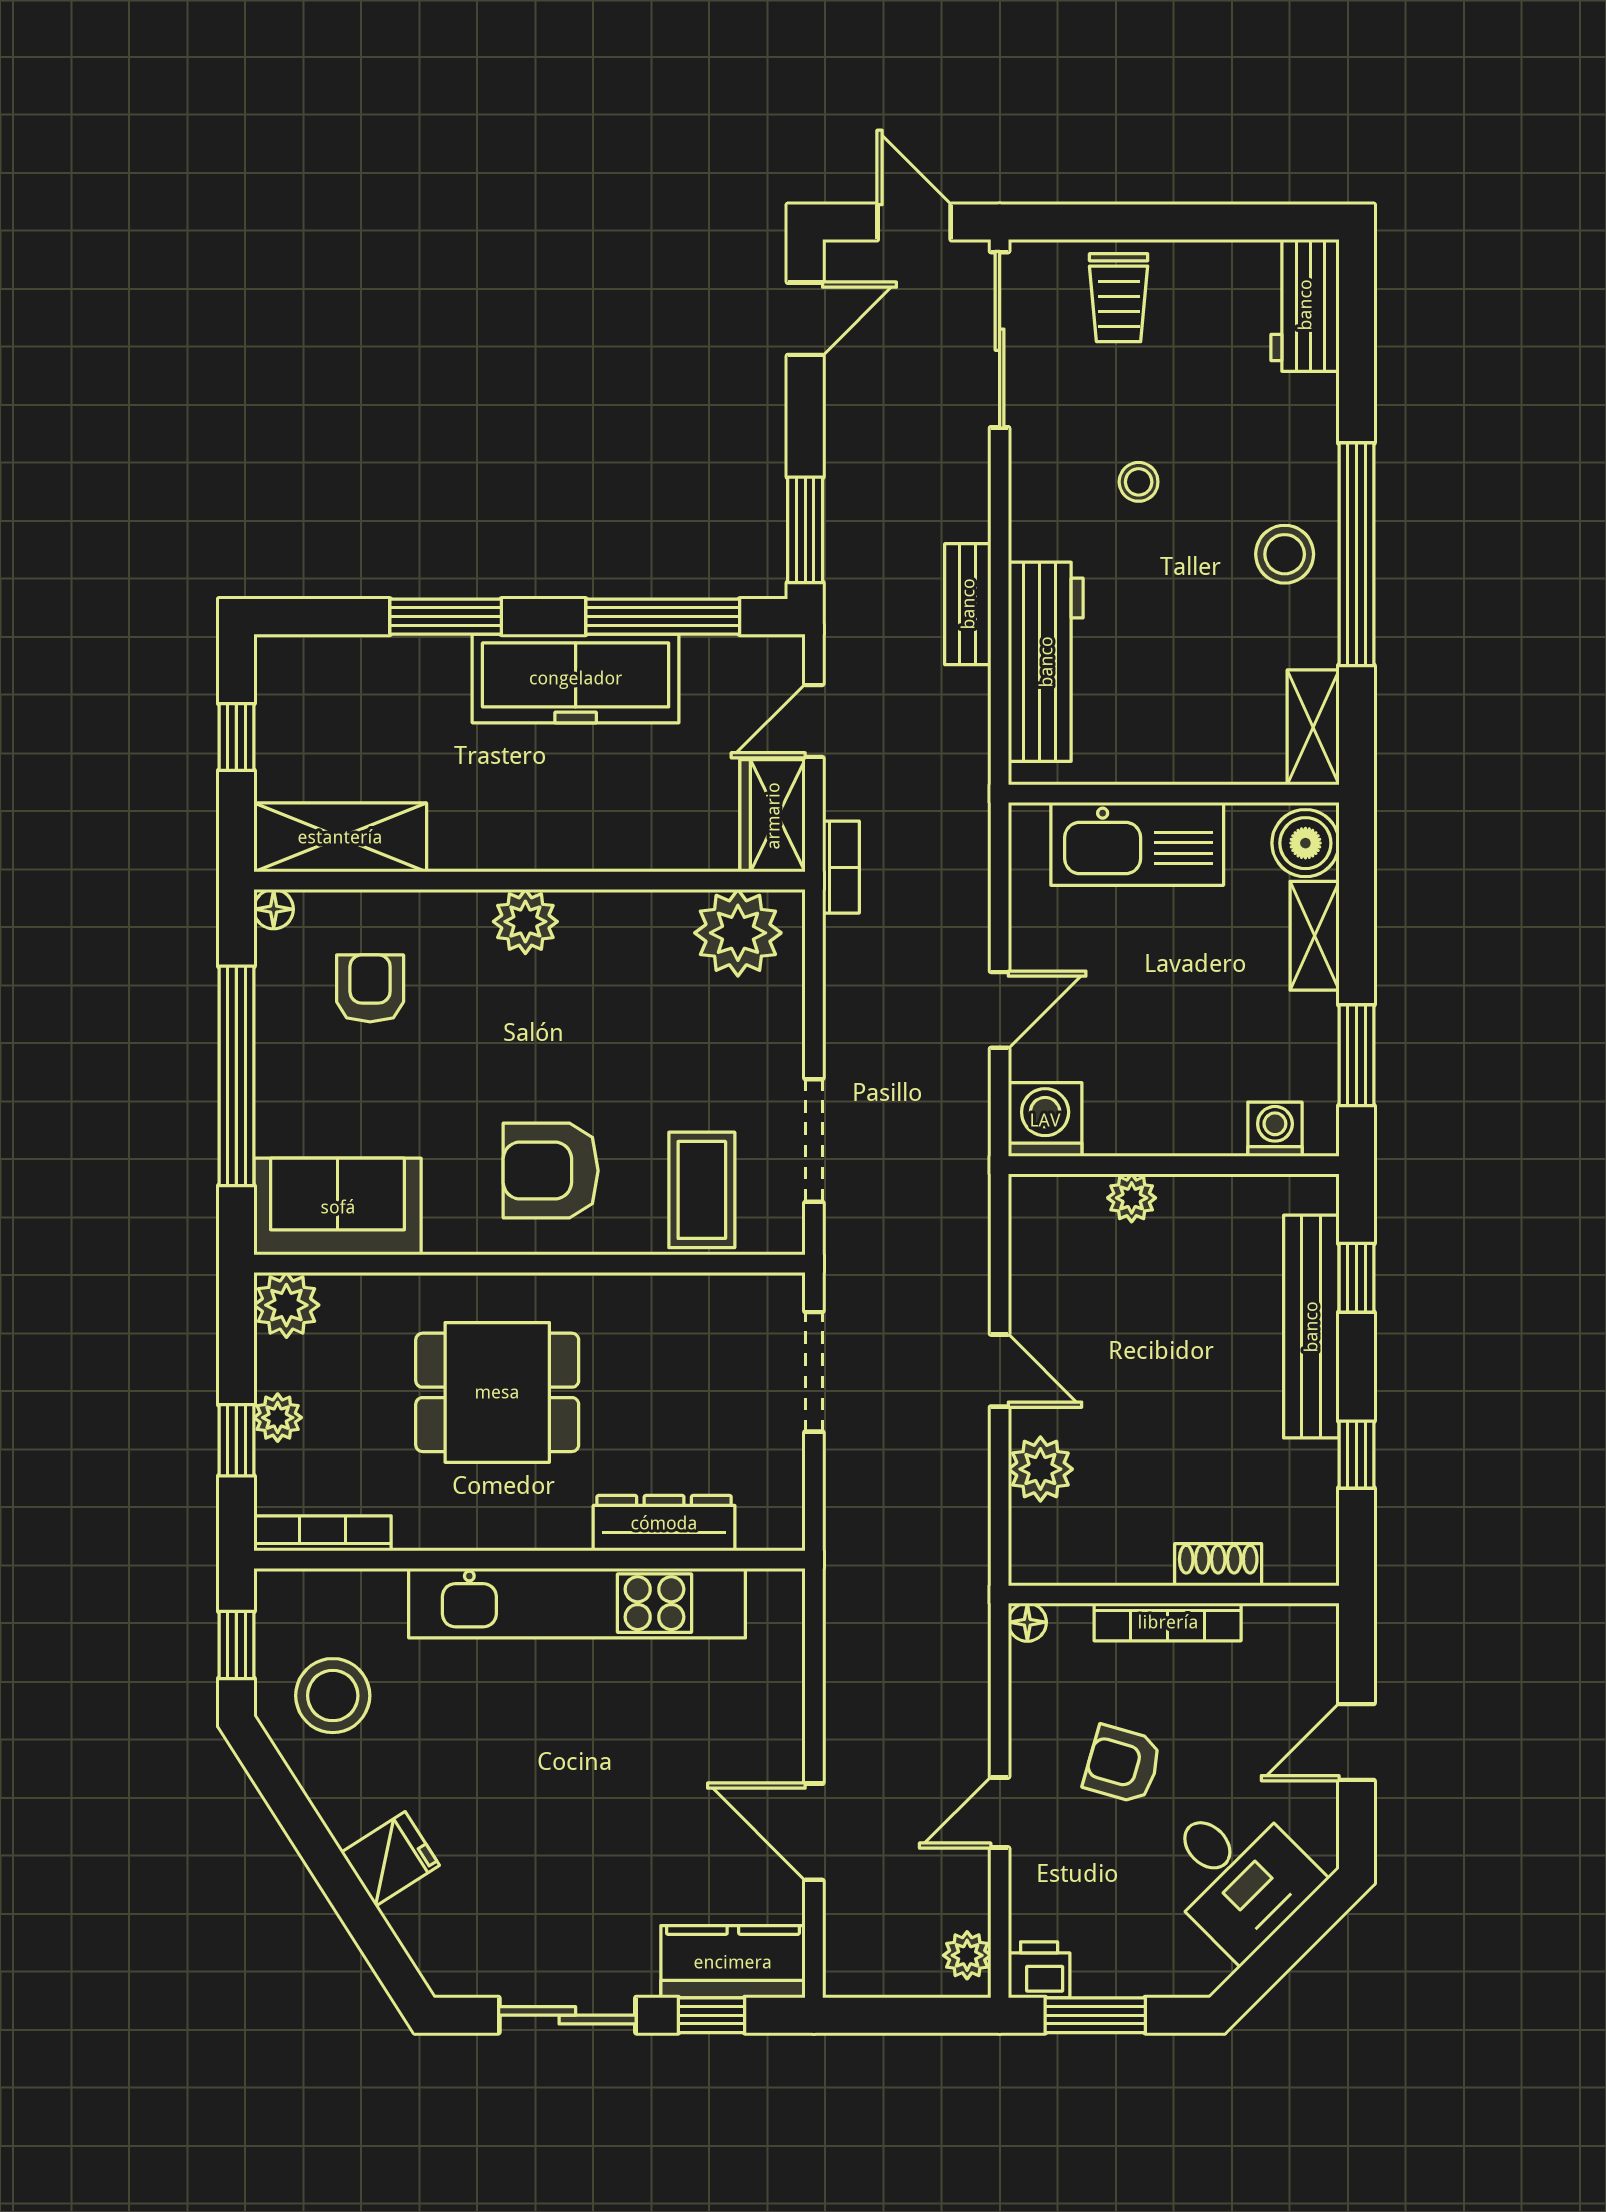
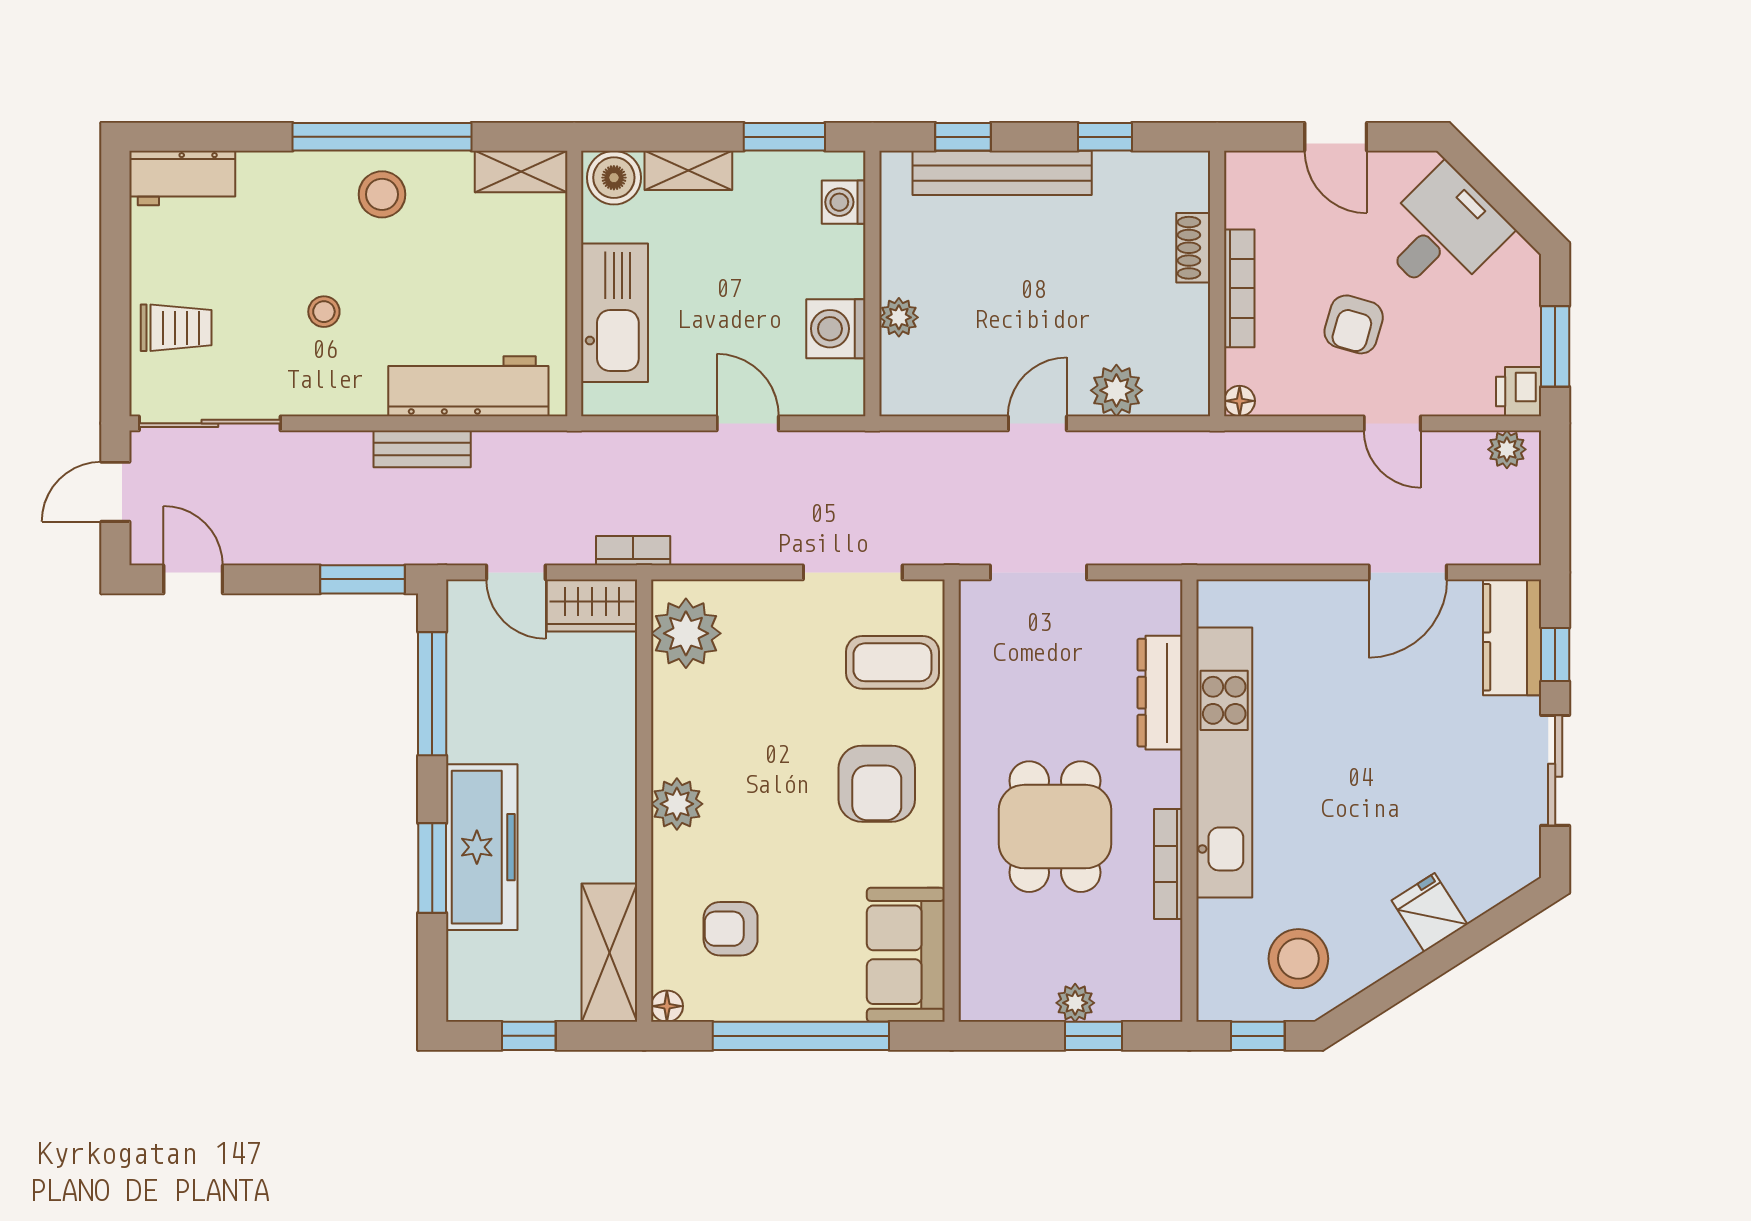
freezer: (576, 678) -> (482, 847), moved
washing machine: (1045, 1120) -> (836, 329), moved
plant: (286, 1305) -> (985, 996), removed
bookcase: (322, 1533) -> (1168, 864), moved

